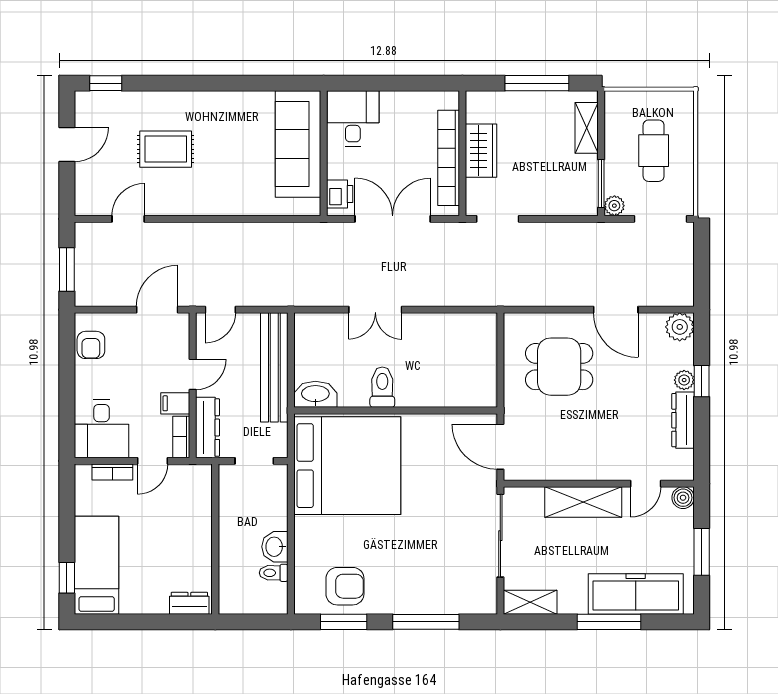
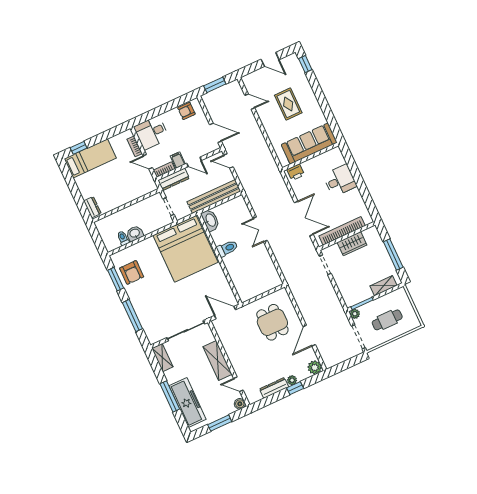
sofa: (298, 144) -> (309, 144), moved
wall: (324, 153) -> (310, 157), moved
printer: (340, 194) -> (296, 172), moved
door: (500, 447) -> (225, 313), hinge flipped

